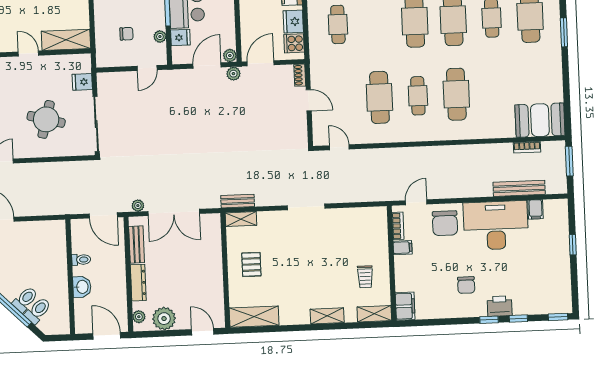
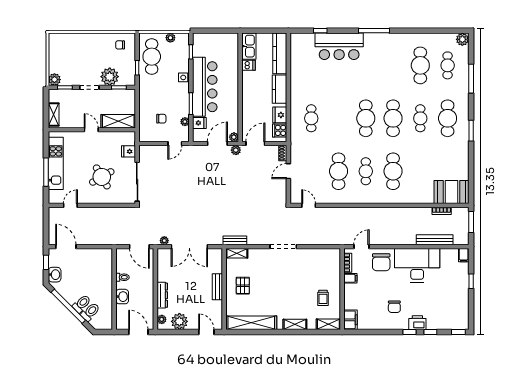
door: (309, 100) -> (288, 171), swing flipped
round table: (46, 119) -> (102, 177), turned 45
filing cabinet: (536, 209) -> (464, 255), moved
bench: (137, 245) -> (217, 287), moved
shelving: (254, 317) -> (251, 323), width x1.47

